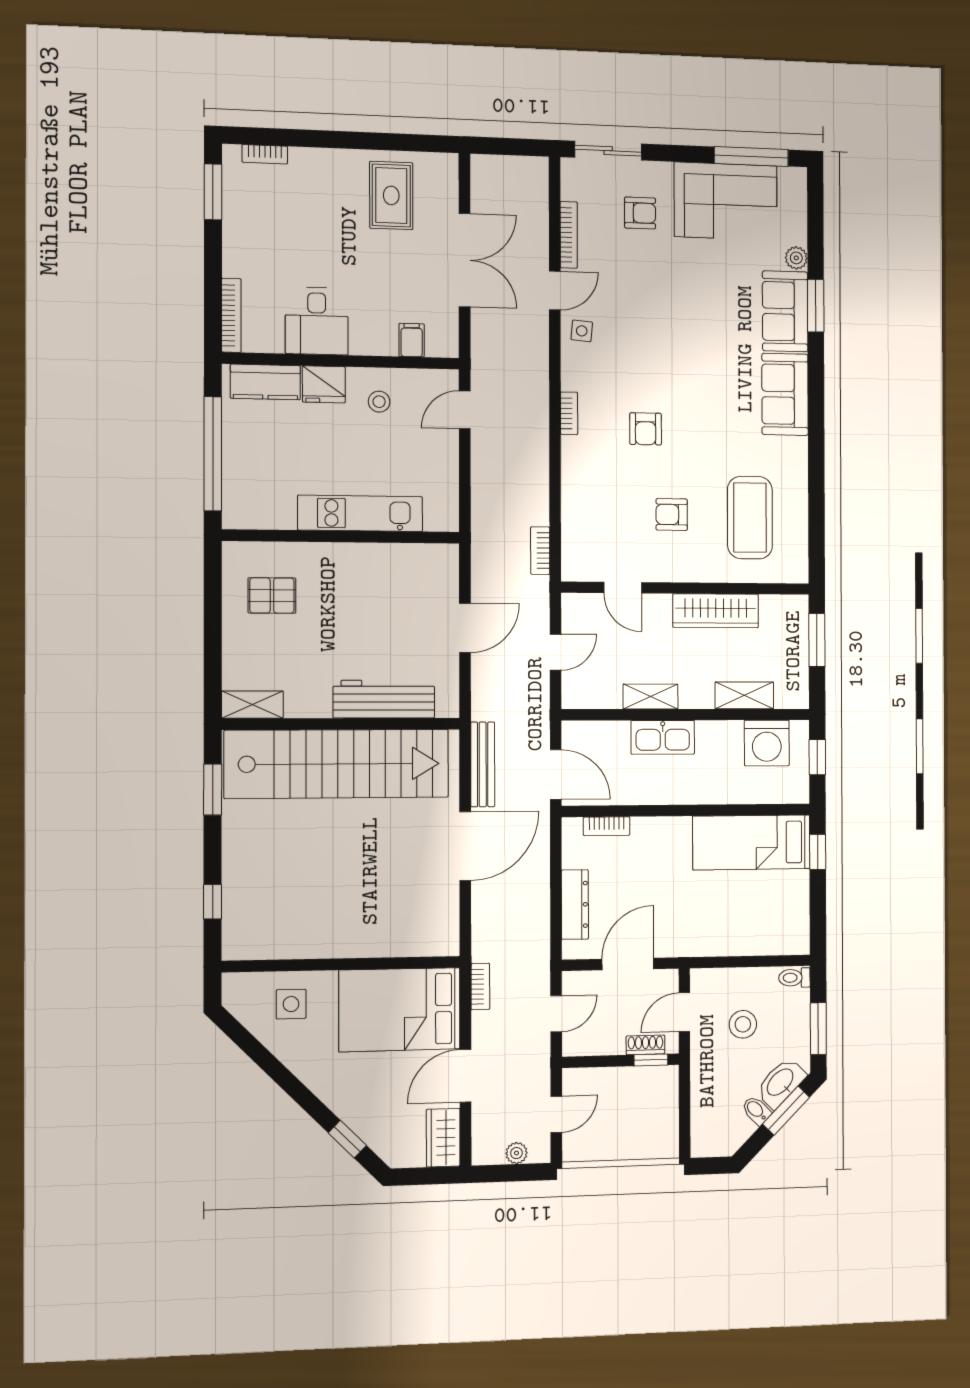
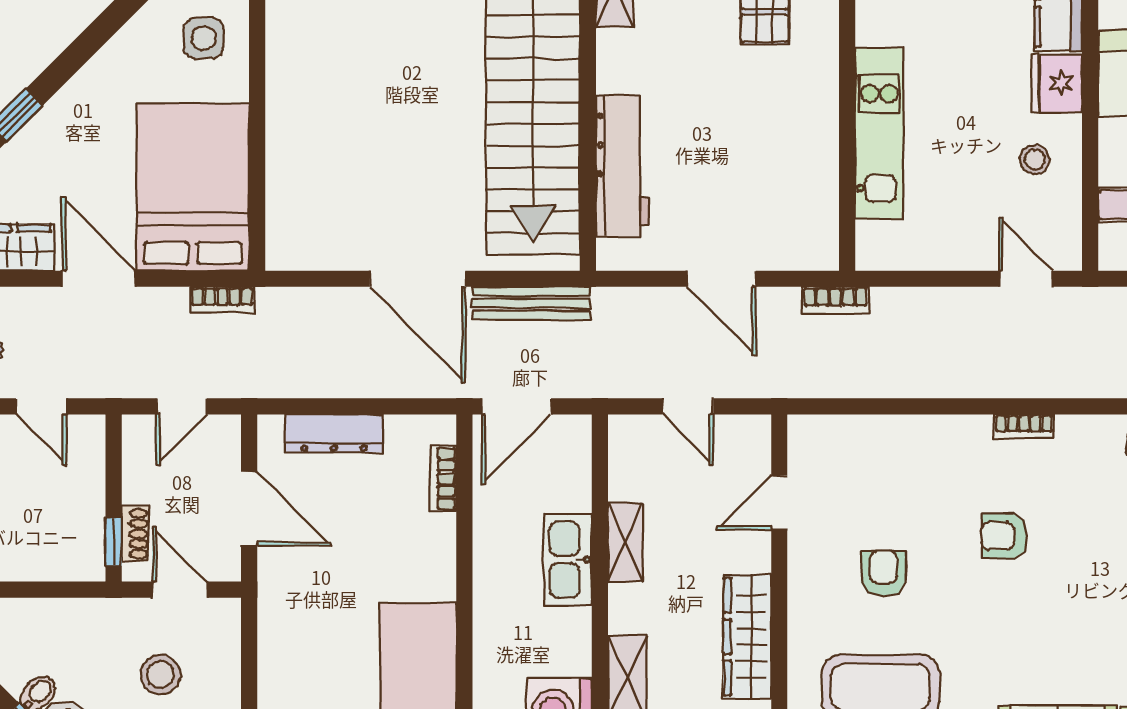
bookcase: (540, 551) -> (835, 300), moved, turned 180
door: (556, 1014) -> (182, 406), hinge flipped

